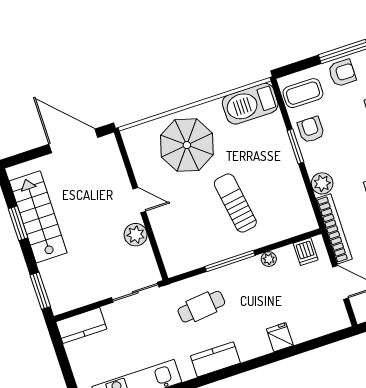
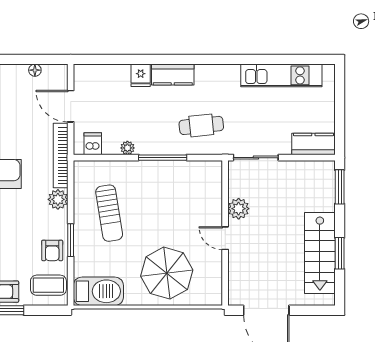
sun lounger: (235, 203) -> (109, 213), moved
kitchen counter: (215, 359) -> (173, 75), moved

